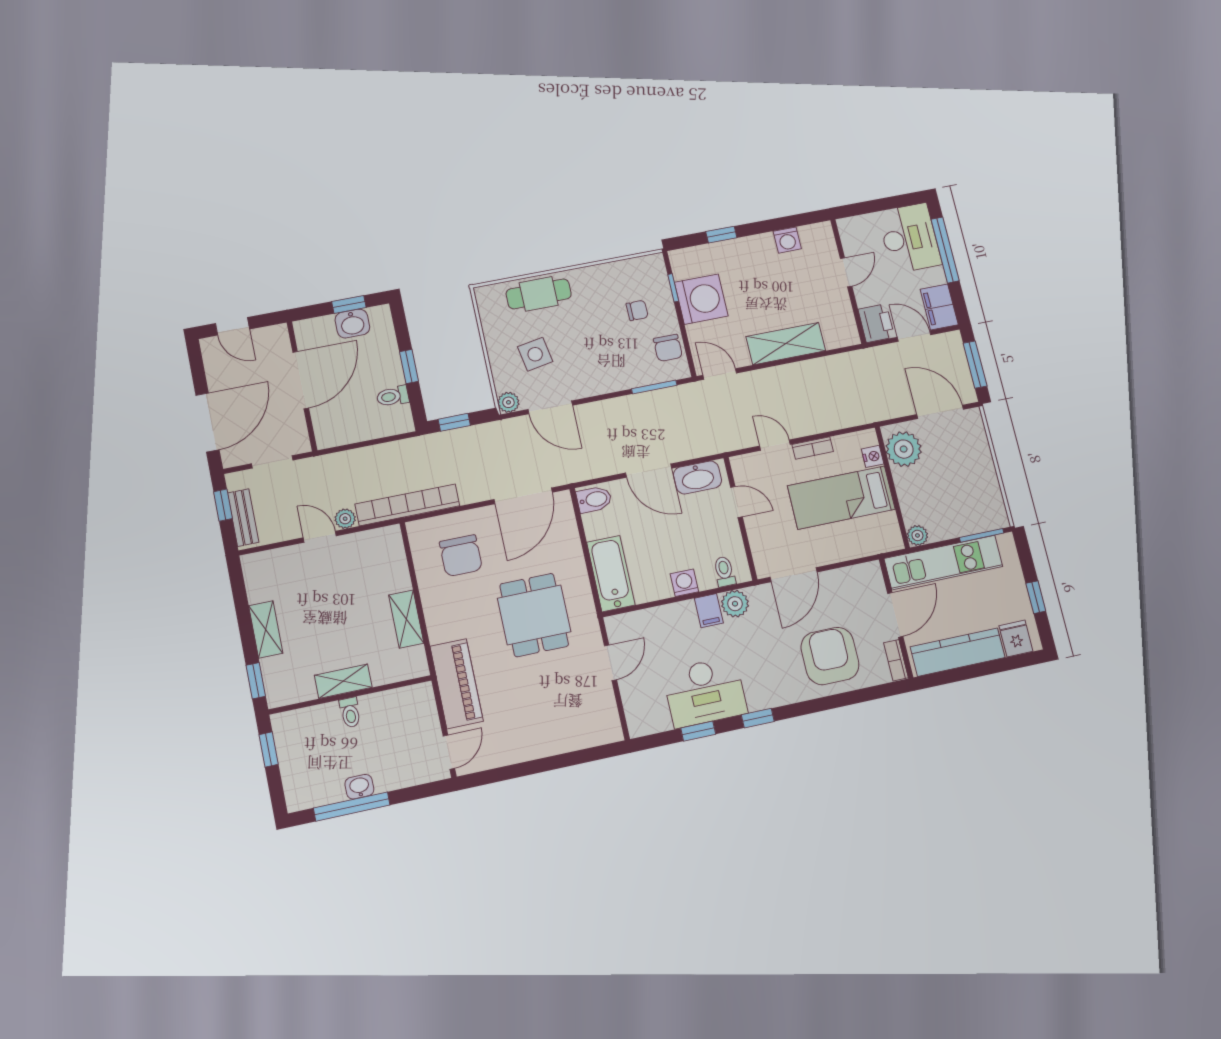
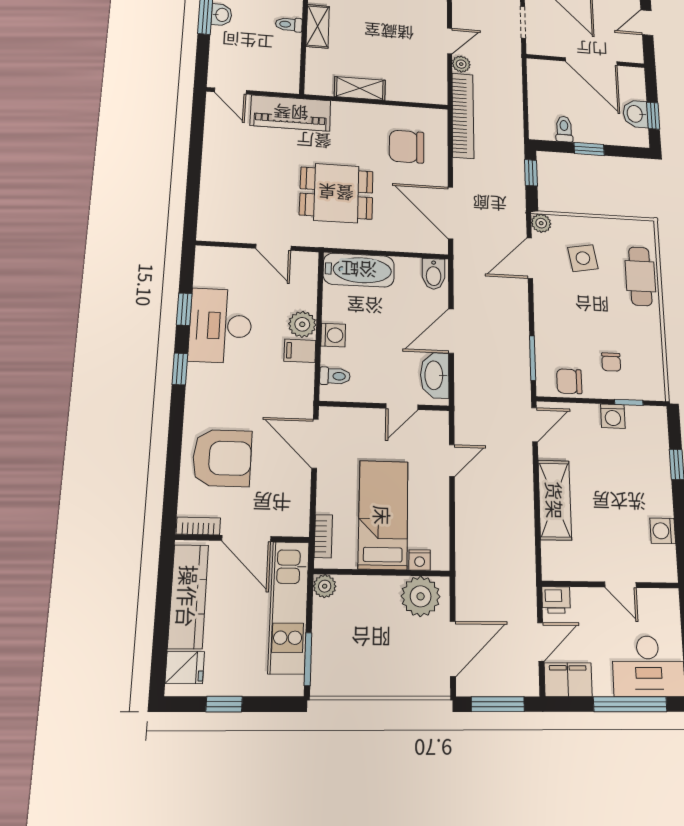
washing machine: (701, 299) -> (613, 416), width x0.53, depth x0.53
printer: (876, 323) -> (556, 600), width x0.73, depth x0.81
bookcase: (813, 448) -> (323, 536), moved, turned 180
plant: (735, 604) -> (302, 324), moved

